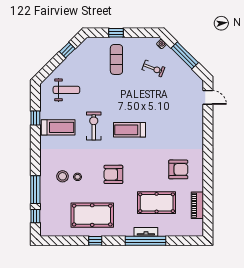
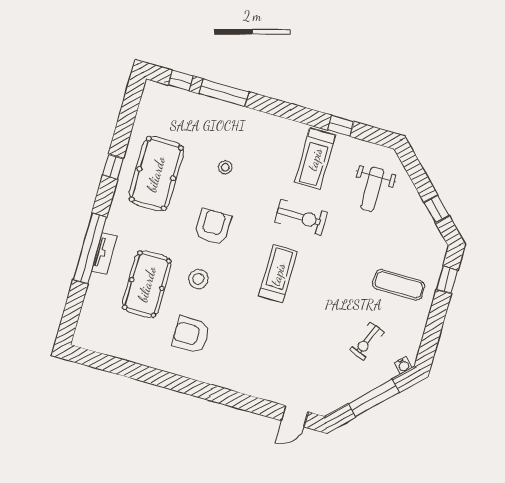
window: (116, 33) -> (447, 280), moved
armchair: (178, 169) -> (191, 335), turned 90
stool: (63, 176) -> (199, 279), moved
piano: (197, 205) -> (124, 349), removed

